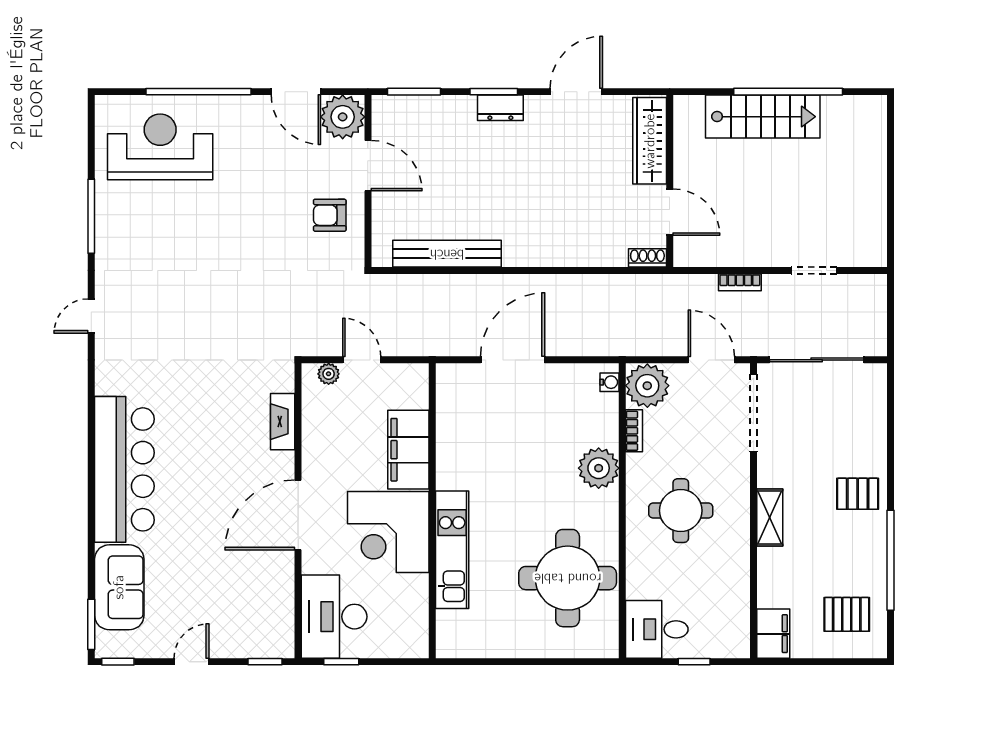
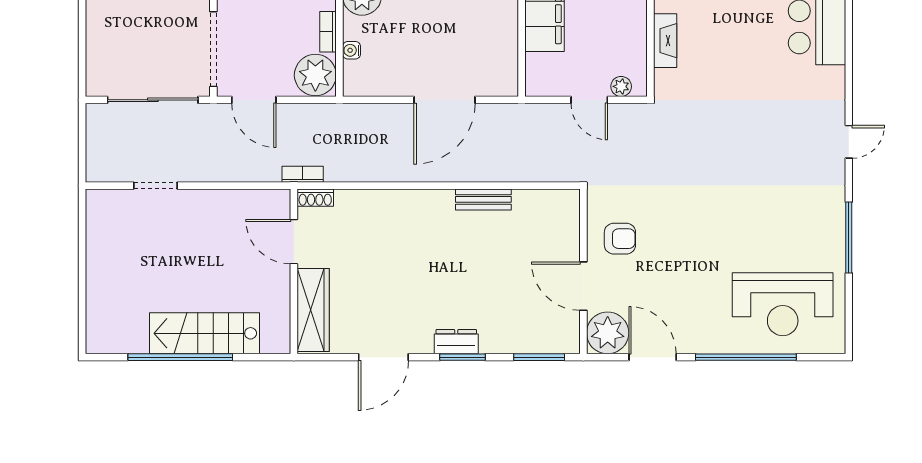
bench: (447, 254) -> (483, 199), width x0.54, depth x0.82
bookcase: (740, 282) -> (303, 174), moved
water cooler: (610, 382) -> (352, 50), moved

